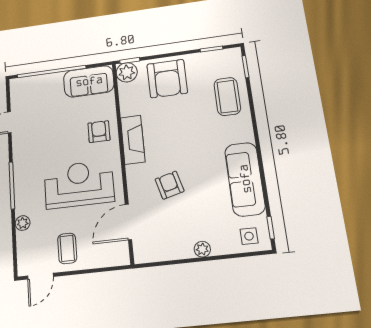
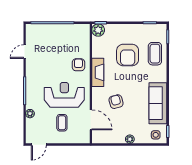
armchair: (167, 79) -> (128, 55), moved
sofa: (89, 81) -> (75, 32), removed
door: (128, 222) -> (91, 120), swing flipped
coffee table: (67, 248) -> (62, 123), moved

